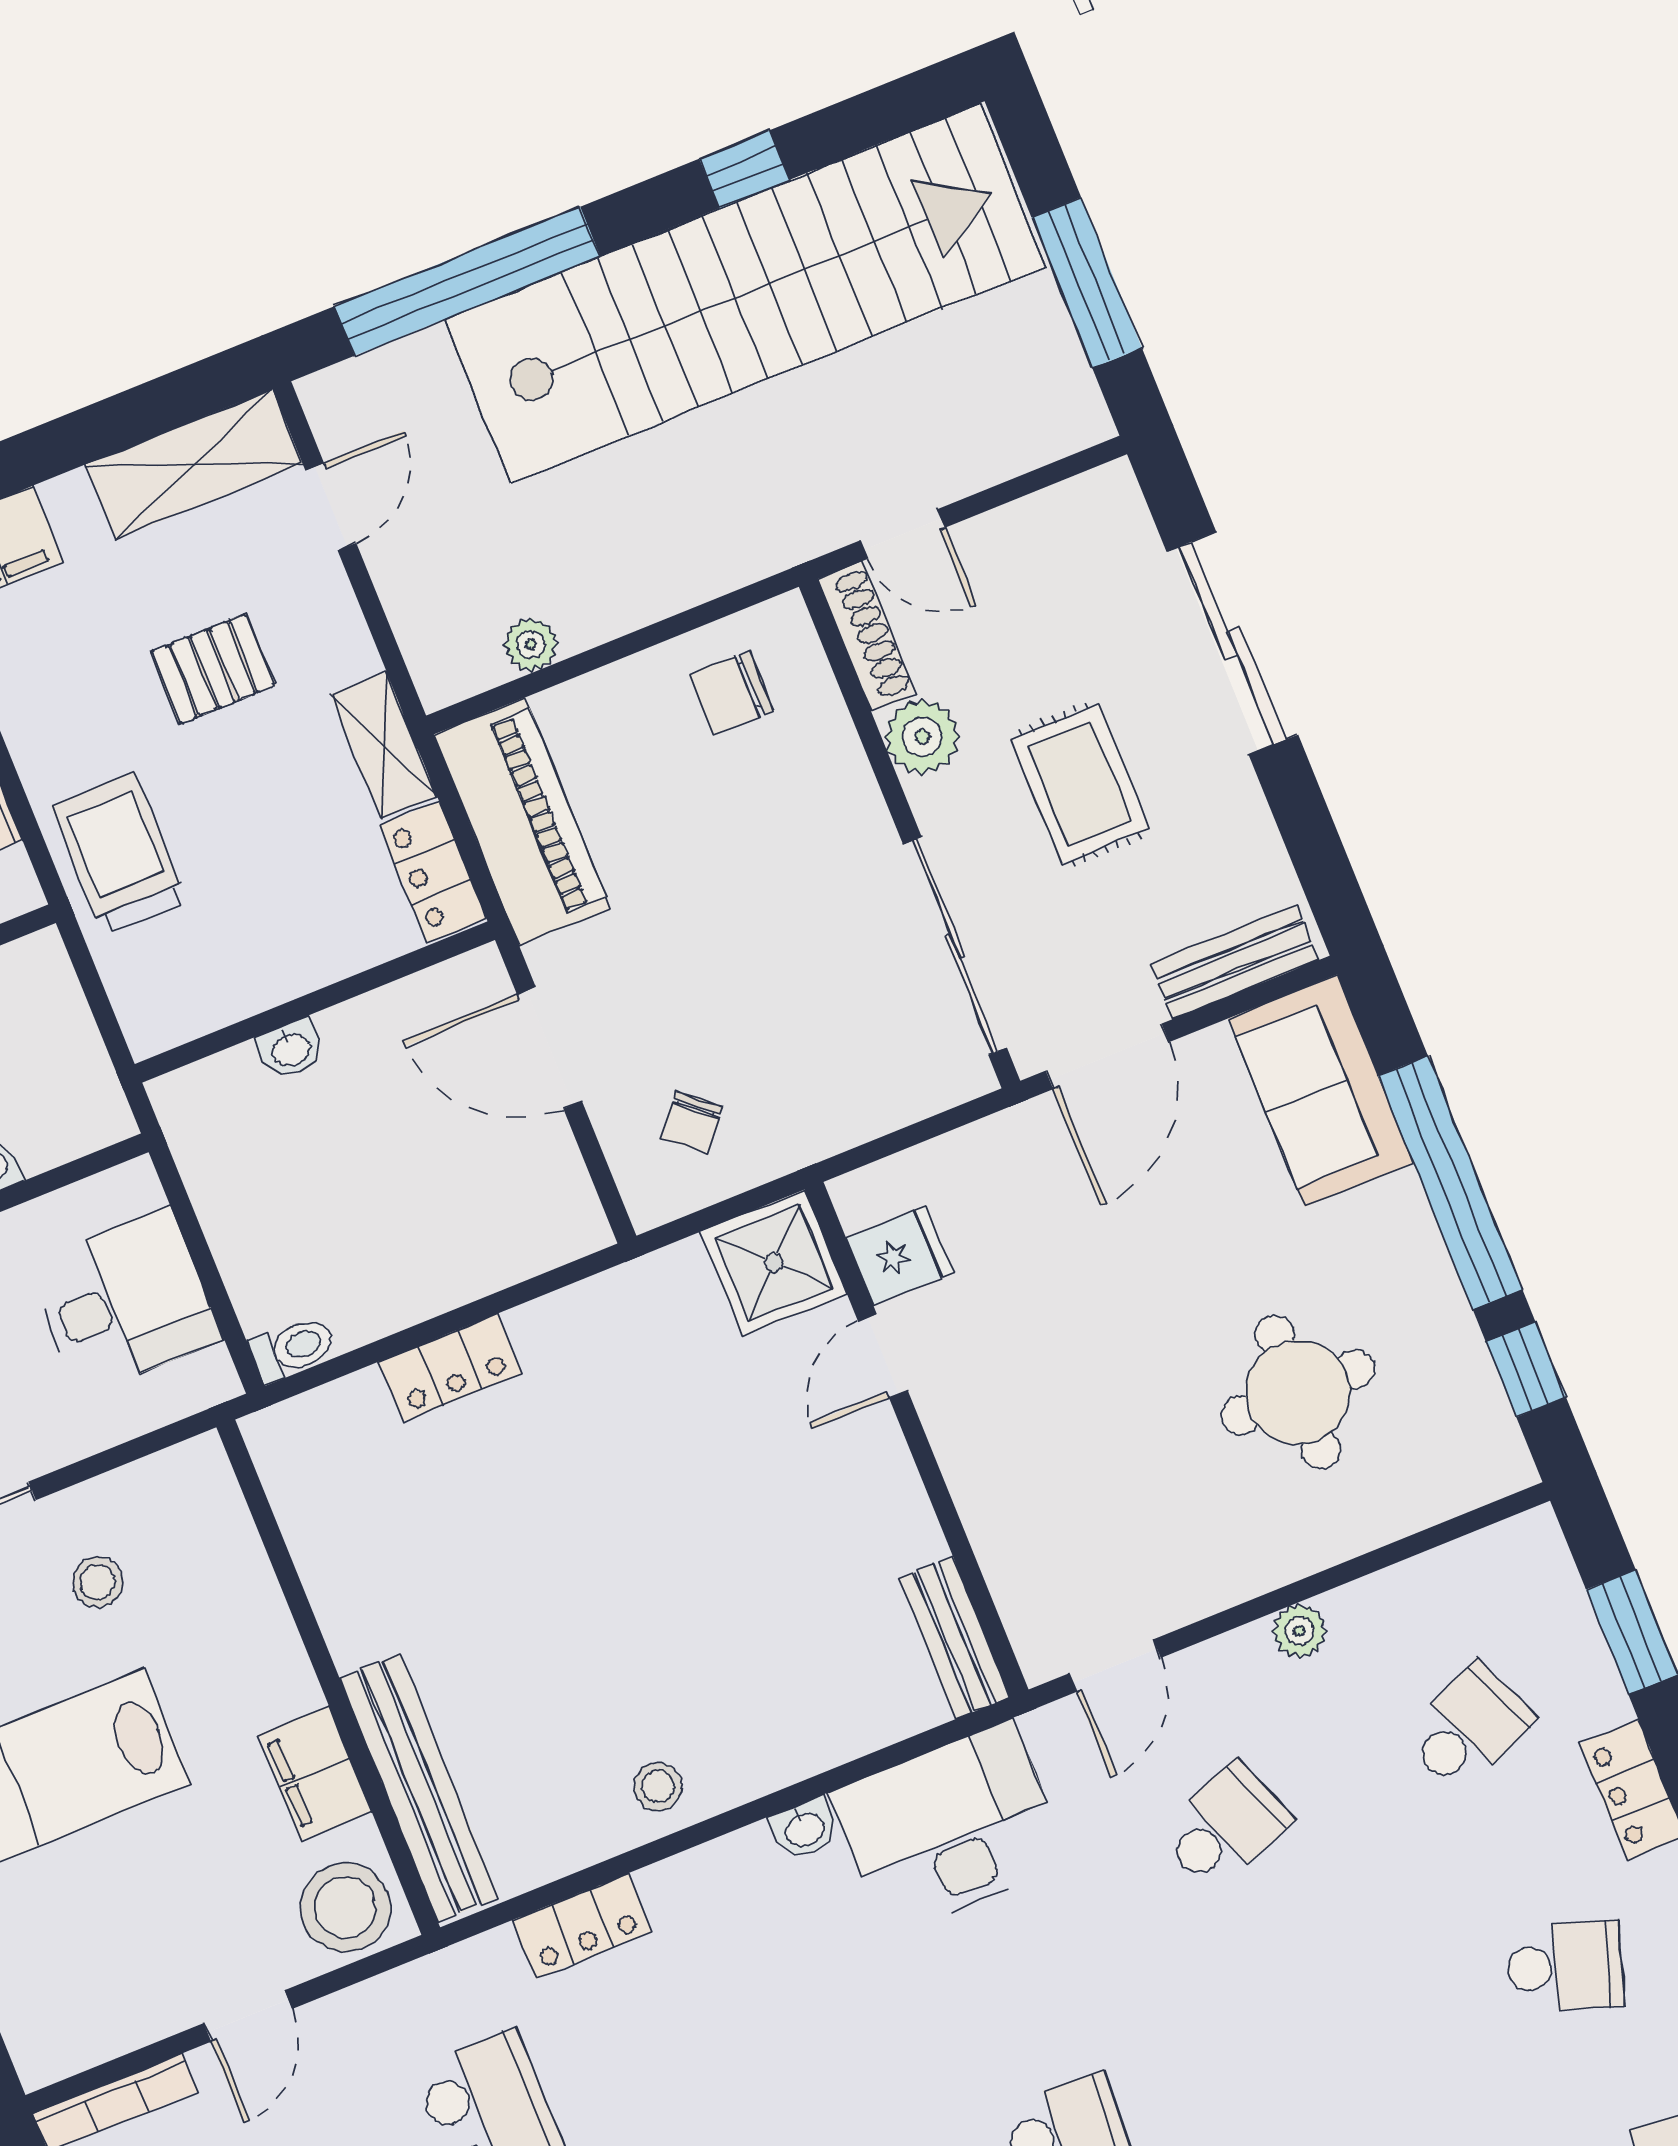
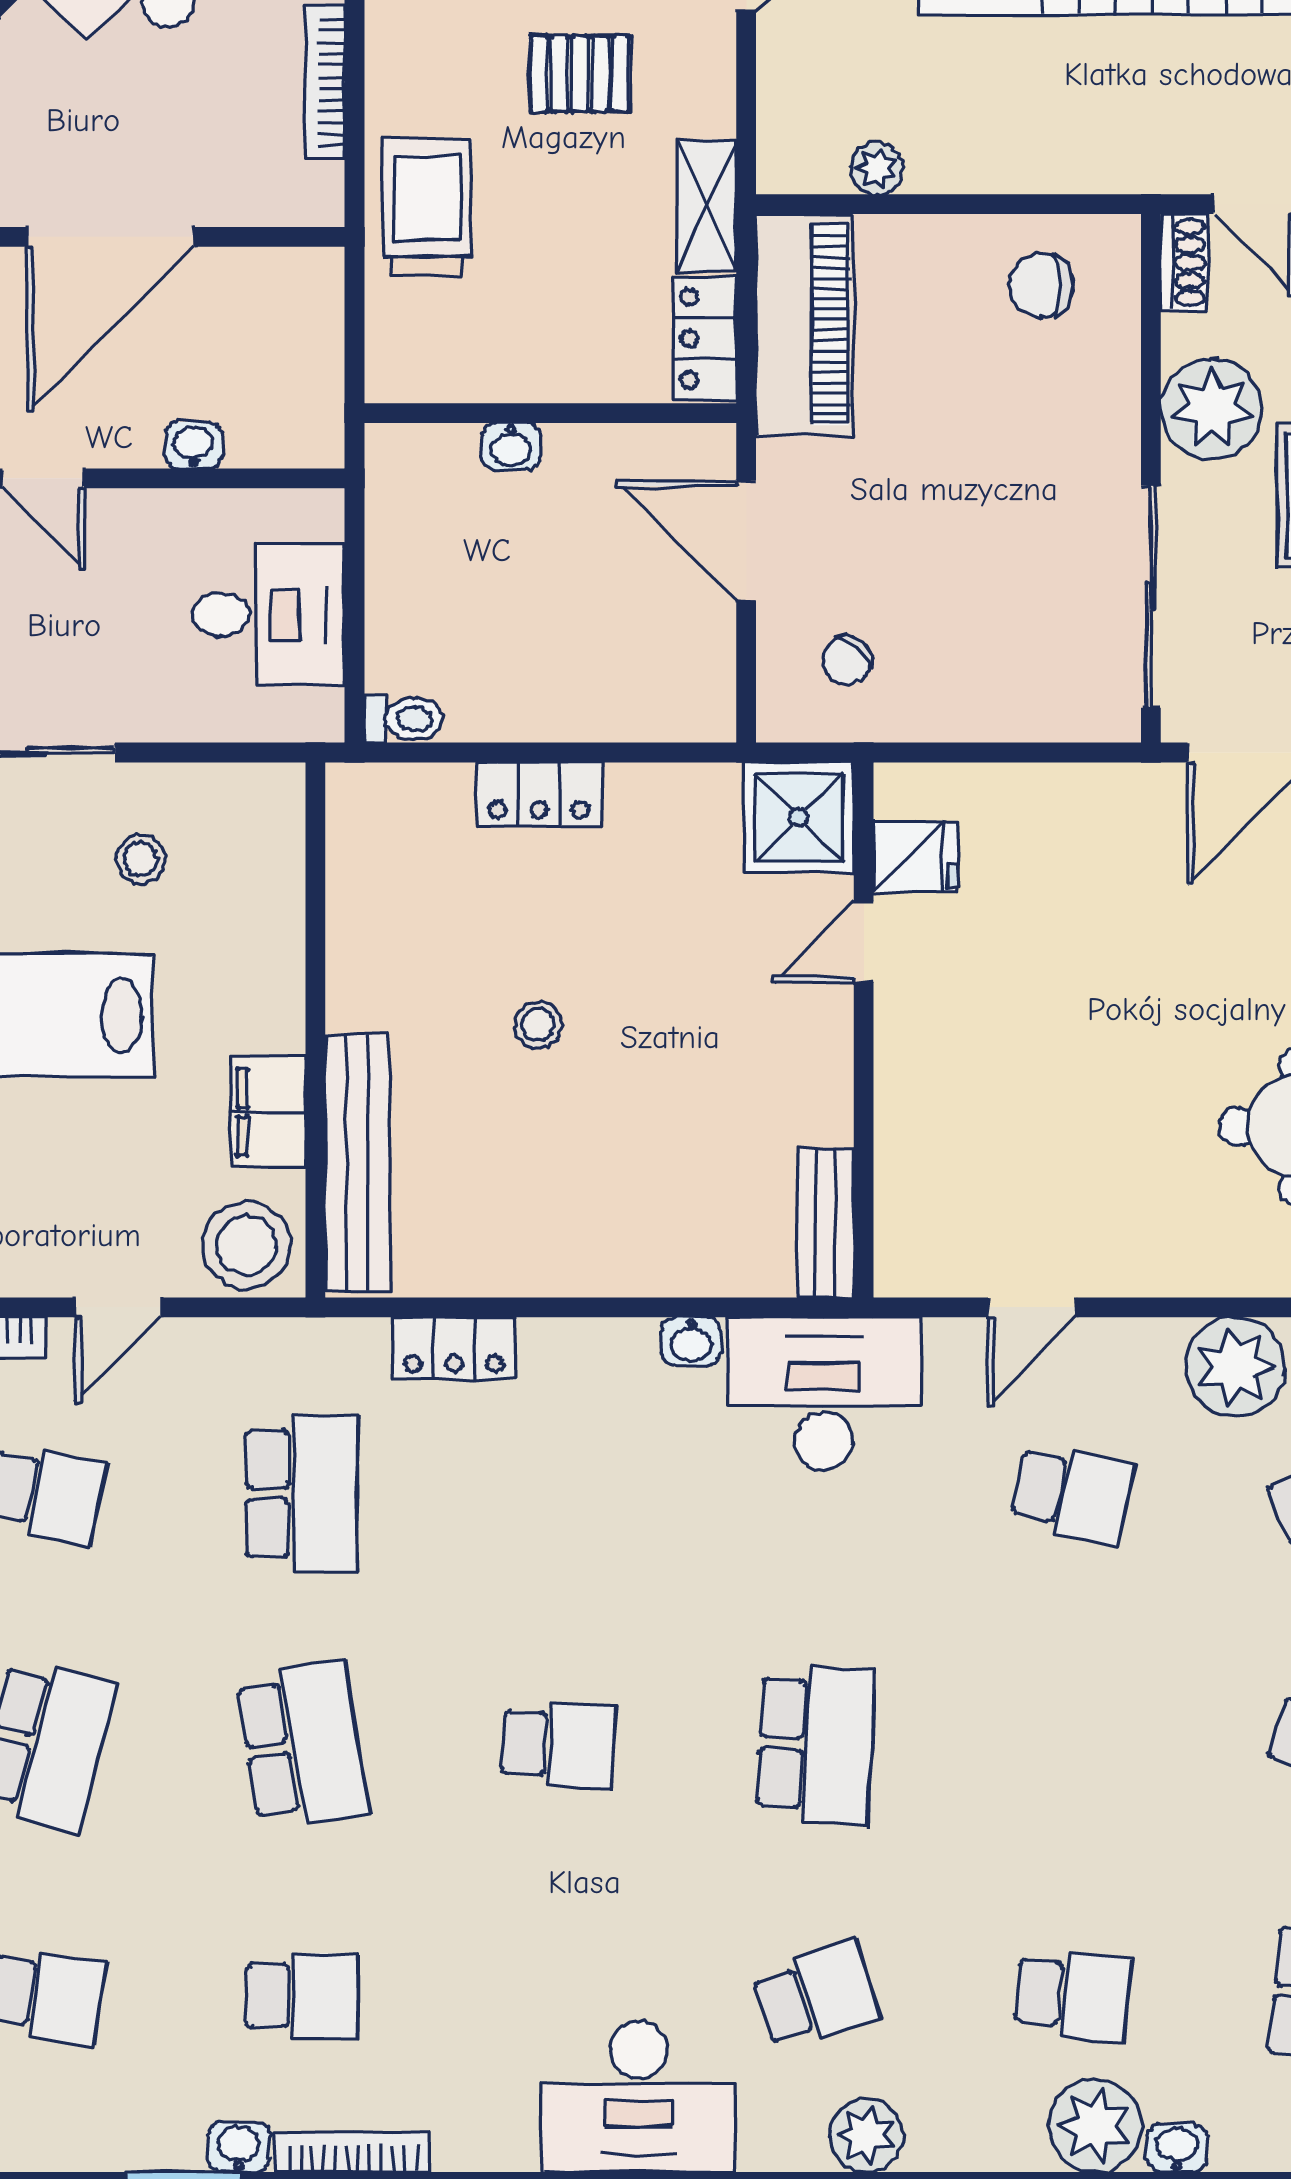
shoe rack: (867, 636) -> (1184, 263), width x0.70
plant: (922, 737) -> (1211, 409), width x1.36, depth x1.36
fridge: (900, 1255) -> (916, 857), moved
shower: (774, 1263) -> (799, 817), moved
door: (883, 1356) -> (864, 942), moved
wall: (917, 1440) -> (864, 1030), moved
plant: (1299, 1631) -> (1235, 1367), width x1.88, depth x1.88
bench: (955, 1638) -> (825, 1223), moved
stool: (658, 1786) -> (538, 1025), moved
school desk: (1225, 1827) -> (1073, 1494), turned 33

